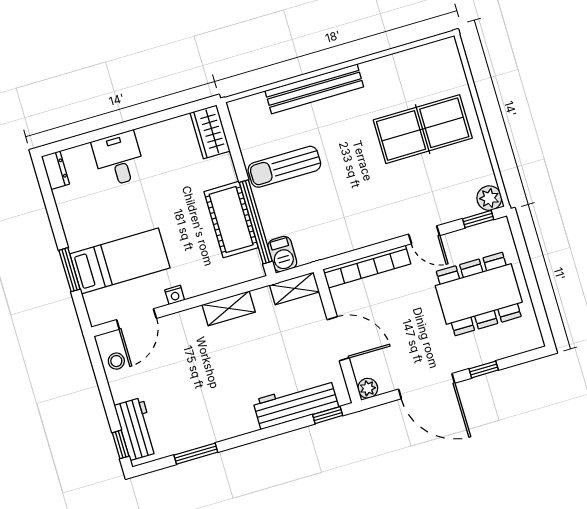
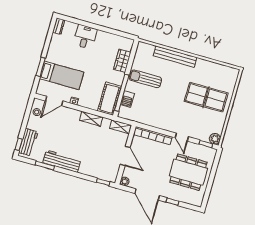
wardrobe: (210, 132) -> (122, 61), moved
cot: (231, 220) -> (109, 99), moved
barbecue: (282, 254) -> (128, 99), moved
workbench: (296, 404) -> (62, 161), moved

